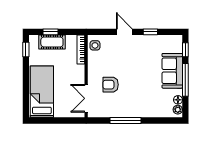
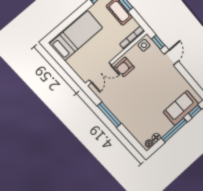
window: (150, 32) -> (158, 42), moved
sofa: (172, 71) -> (181, 108), moved
armchair: (111, 85) -> (124, 67), moved, turned -90
double door: (86, 98) -> (100, 73), swing flipped

